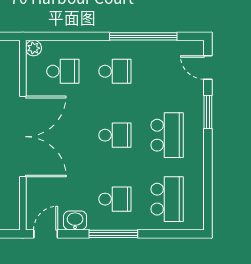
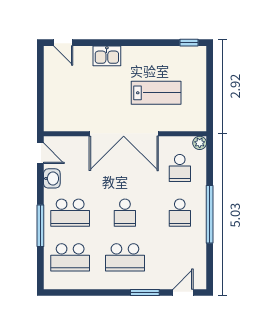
window: (143, 36) -> (210, 214), moved
school desk: (115, 199) -> (70, 213), width x1.85
window: (113, 234) -> (40, 226), moved

